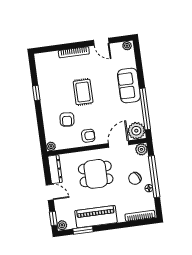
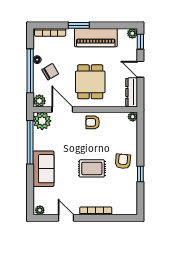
rug: (83, 92) -> (92, 168), turned 90
armchair: (67, 119) -> (123, 161), moved
door: (119, 144) -> (62, 110), swing flipped
dining table: (96, 174) -> (90, 82), turned 90
window: (83, 230) -> (79, 25), moved

